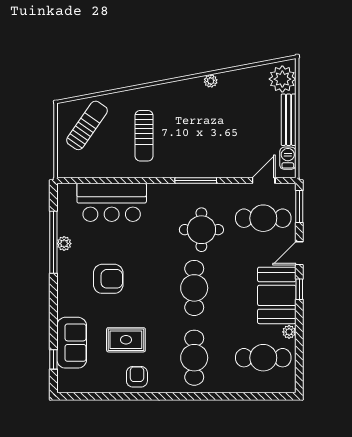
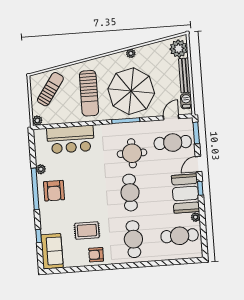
sun lounger: (144, 136) -> (89, 93), width x1.36, depth x1.34
parasol: (207, 137) -> (131, 91), added
plant: (64, 171) -> (37, 121), added
window: (53, 242) -> (35, 189), moved
armchair: (108, 279) -> (54, 191), moved, turned 90
sofa: (72, 343) -> (52, 251), moved
window: (53, 359) -> (39, 236), moved
armchair: (137, 377) -> (96, 255), turned -90

